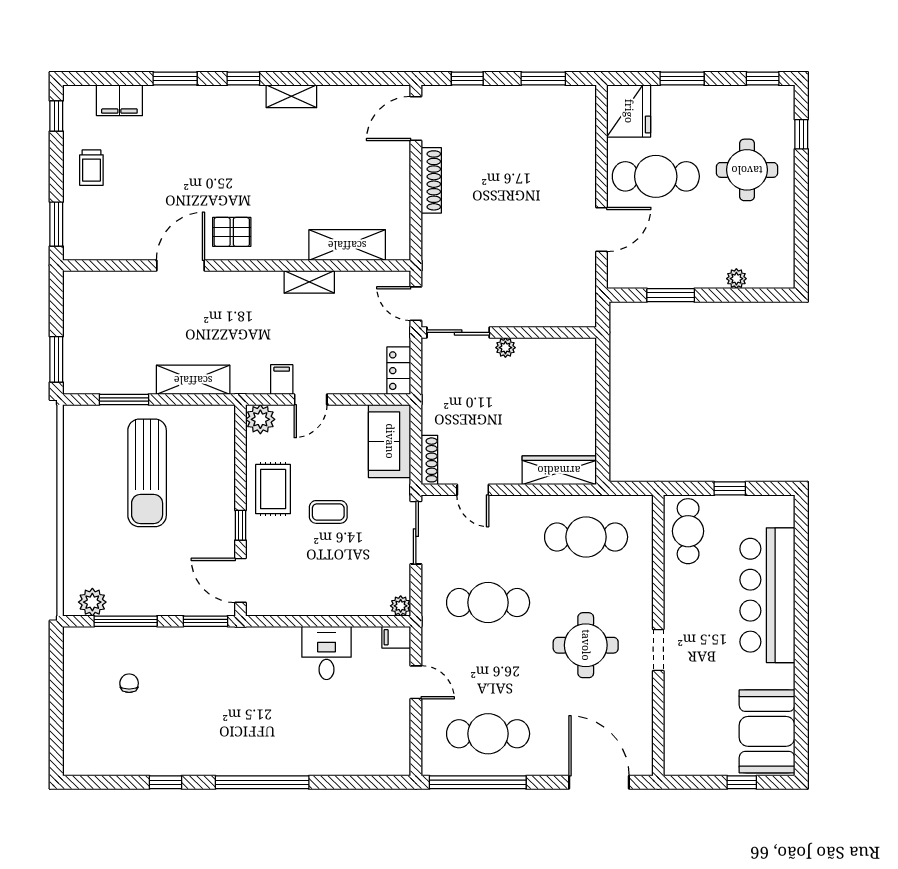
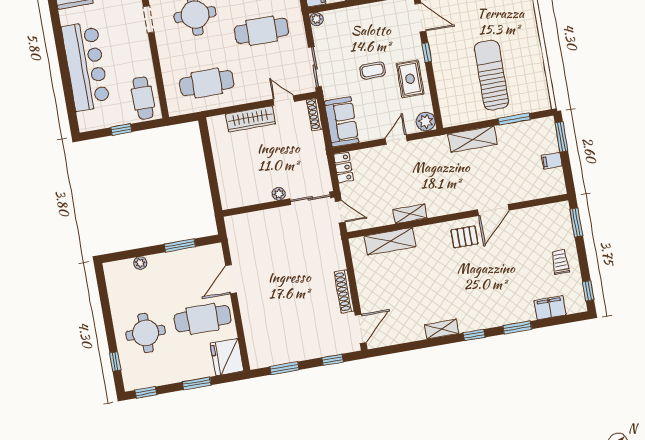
filing cabinet: (282, 380) -> (552, 161), moved, turned 90
wardrobe: (559, 470) -> (250, 119), moved

